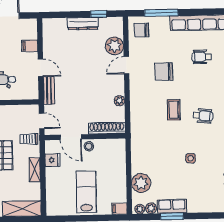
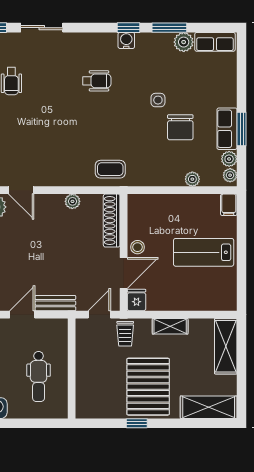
chair: (164, 72) -> (180, 127), moved
coffee table: (174, 110) -> (110, 169), moved
wheelchair: (203, 116) -> (97, 81), turned 84
fridge: (53, 160) -> (136, 300), moved
plant: (141, 183) -> (192, 179), width x0.53, depth x0.53

